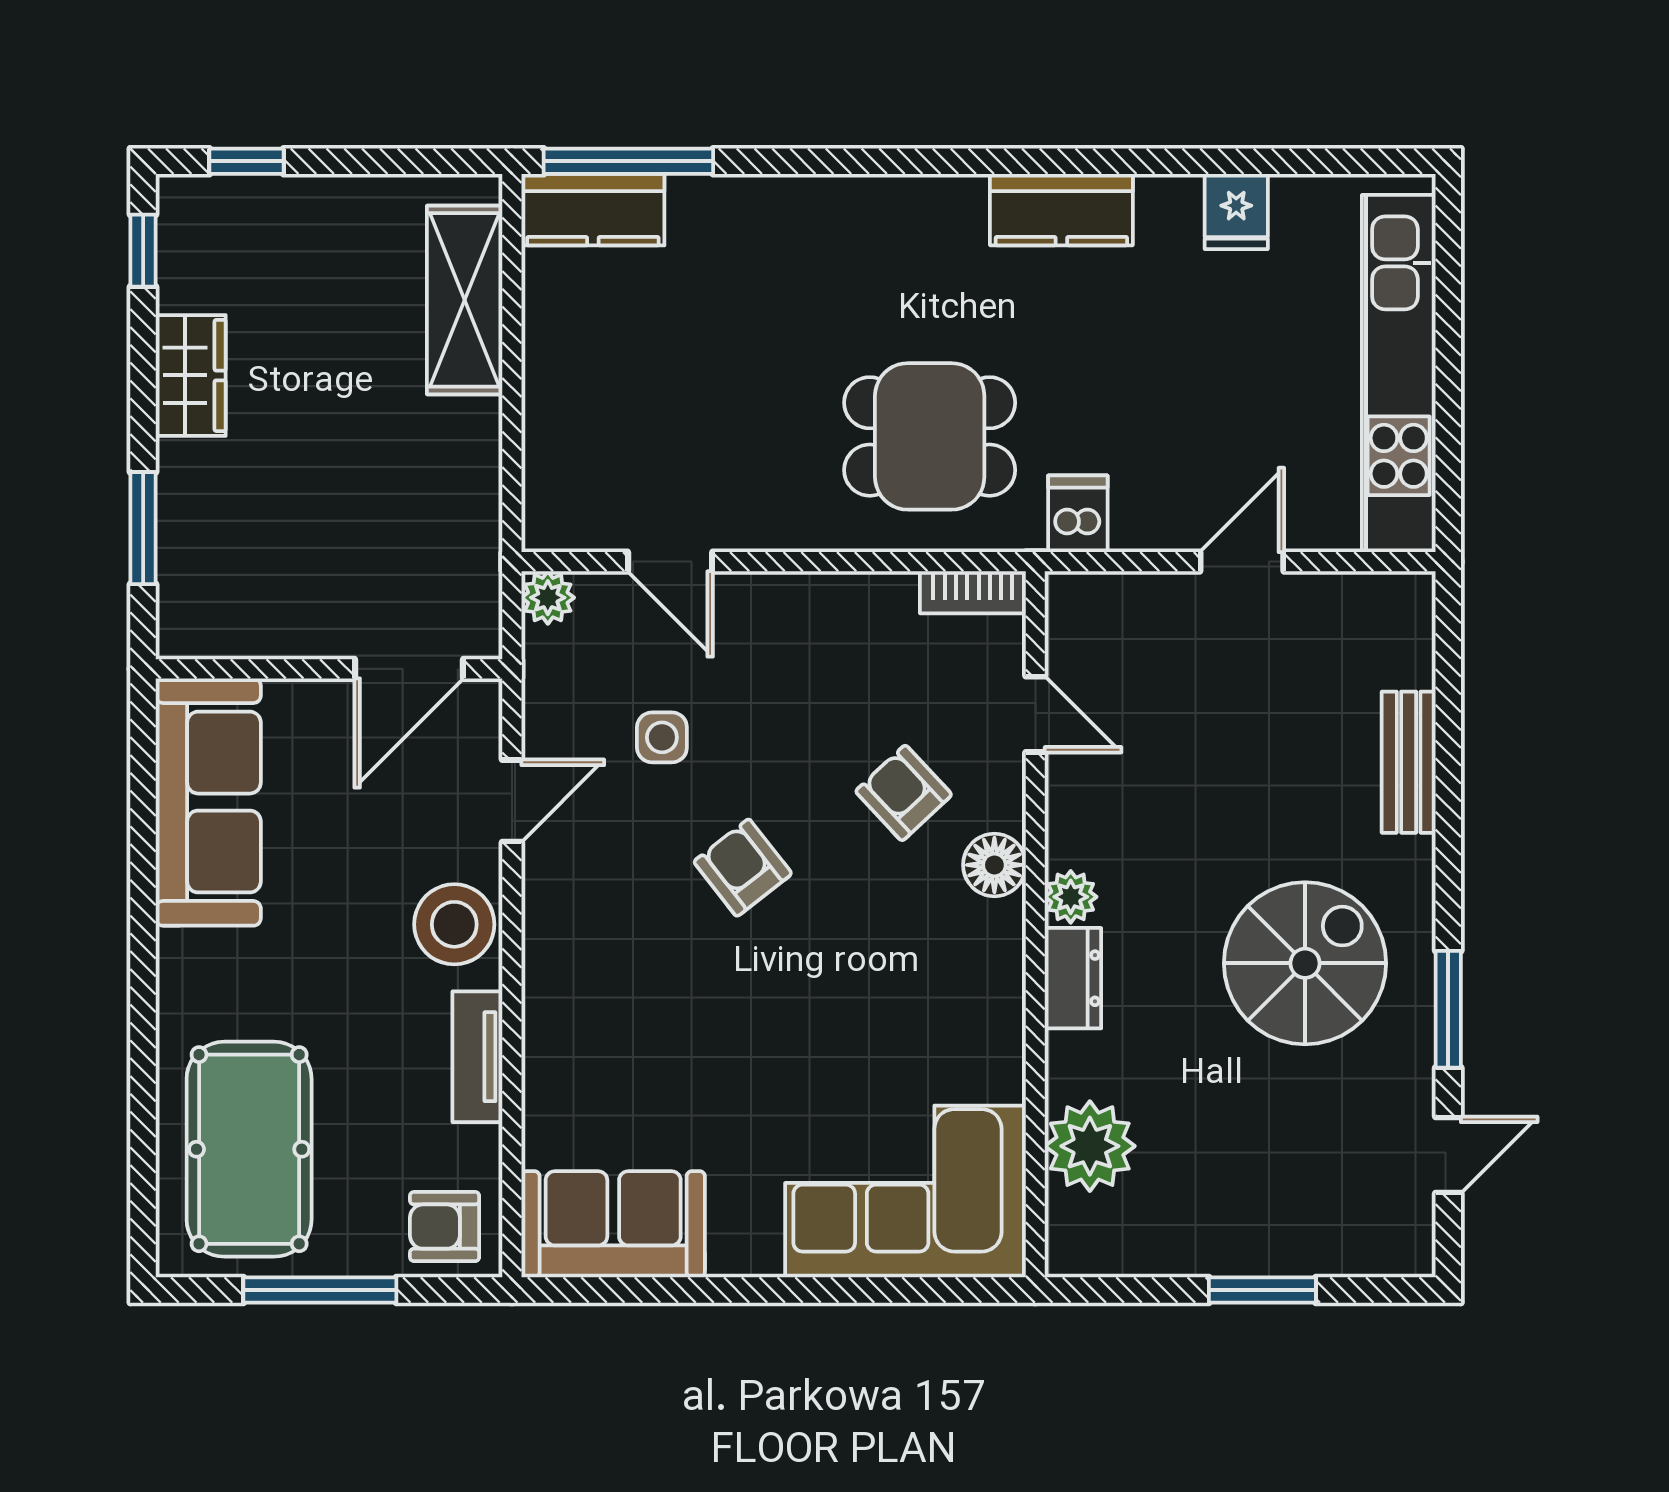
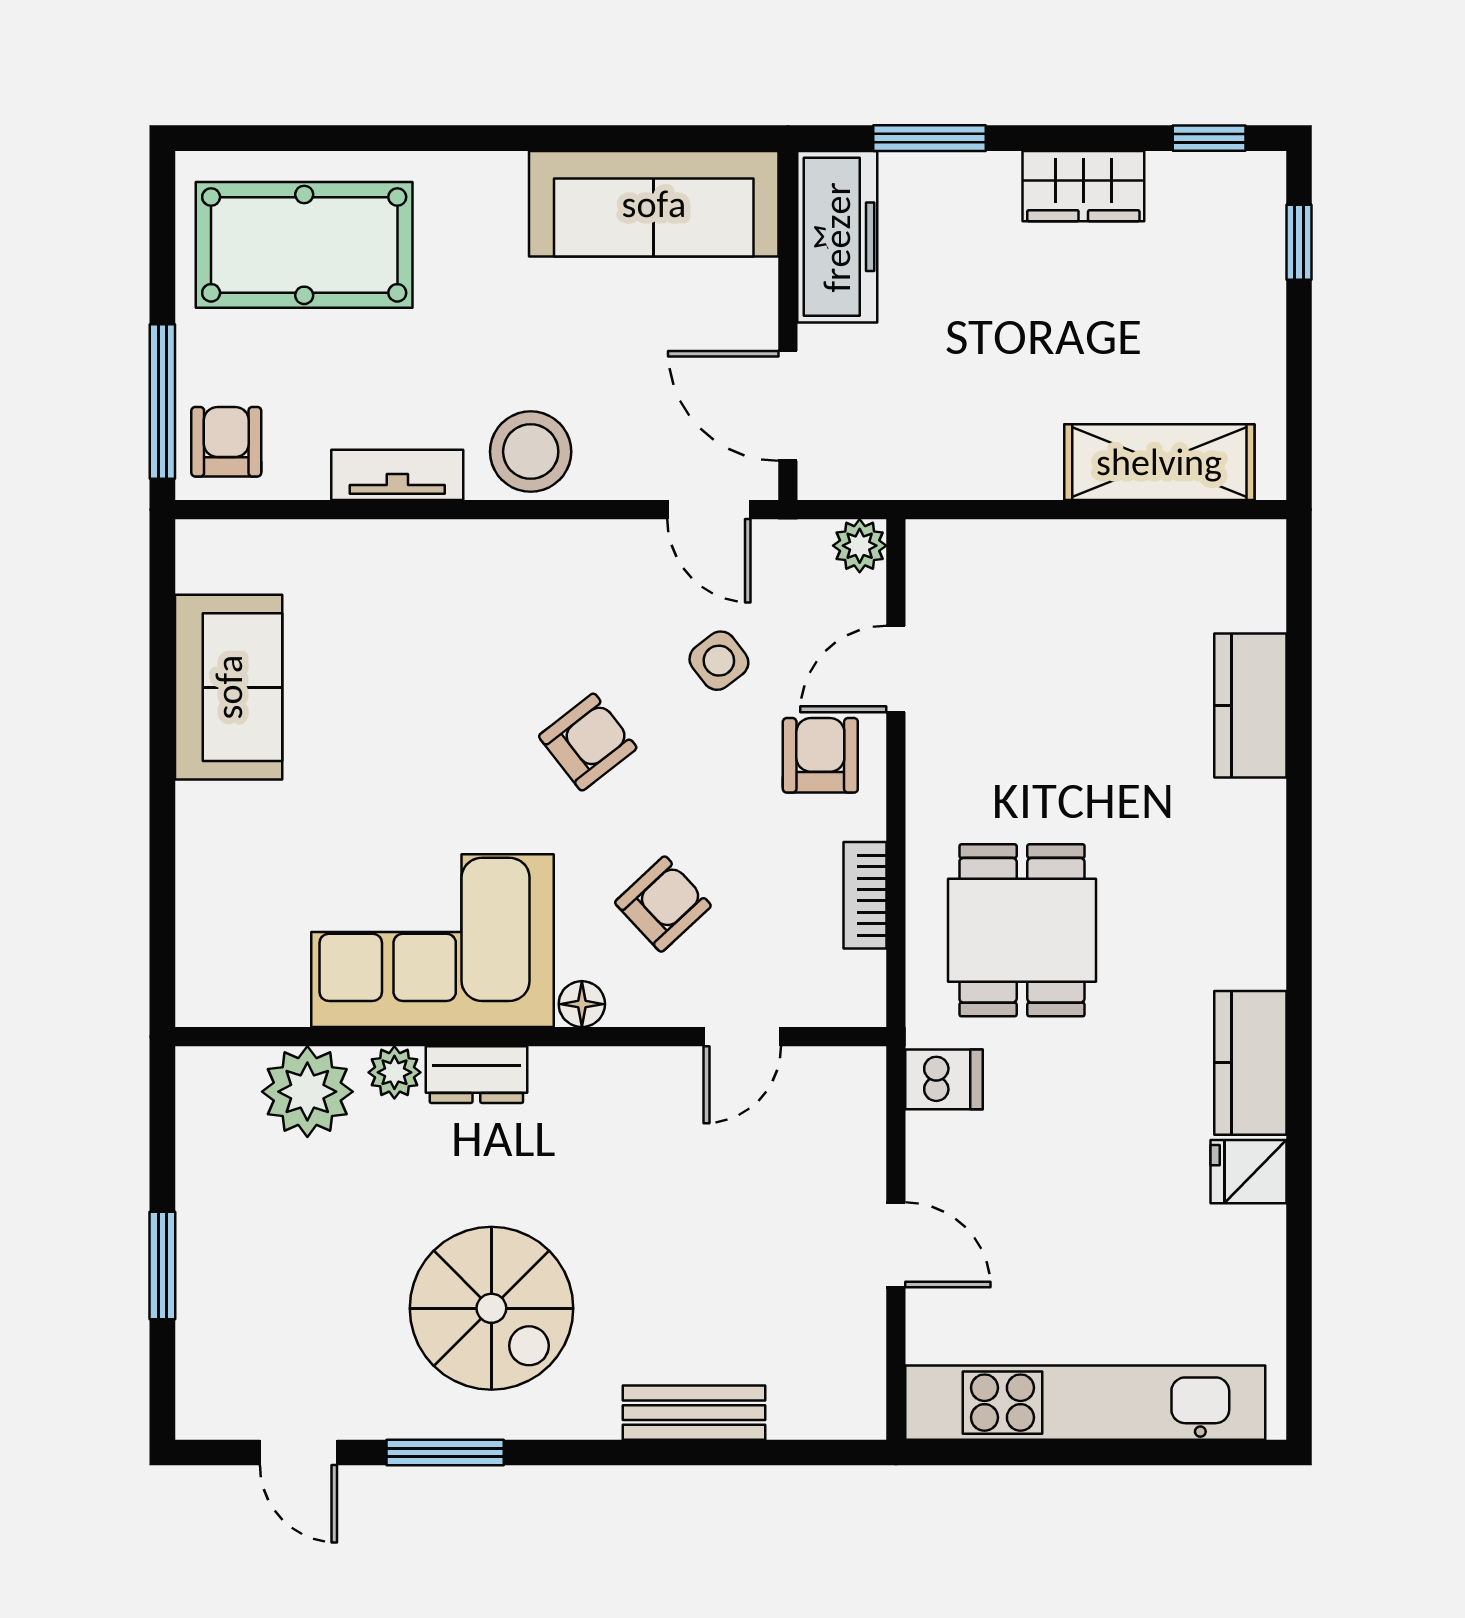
window: (628, 161) -> (1299, 627), removed
kitchen counter: (593, 210) -> (1250, 706), moved
fridge: (1236, 212) -> (1248, 1172), moved
bookcase: (973, 592) -> (865, 895), moved
freezer: (241, 620) -> (837, 237), added
armchair: (756, 637) -> (820, 755), added
side table: (662, 737) -> (719, 661), turned -38
door: (512, 801) -> (709, 510), moved
floor lamp: (994, 865) -> (582, 1004), width x0.73, depth x0.73
plant: (1071, 897) -> (394, 1072), moved
corner sofa: (905, 1191) -> (433, 941), moved, turned -90
sofa: (613, 1224) -> (229, 687), moved
window: (320, 1290) -> (162, 401), moved

